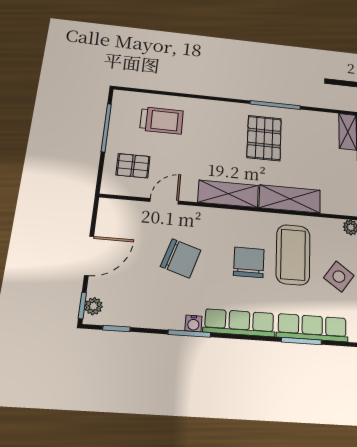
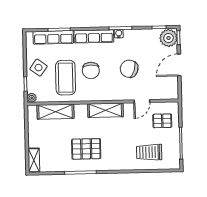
pallet: (264, 138) -> (86, 149), turned 90
shelving: (290, 199) -> (55, 112), moved
plant: (94, 306) -> (168, 38), width x1.88, depth x1.88

